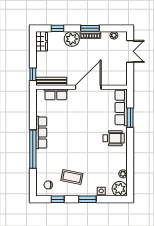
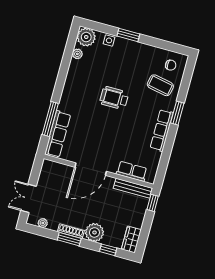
window: (130, 118) -> (50, 119), width x1.44
wheelchair: (114, 138) -> (114, 98), moved
window: (33, 149) -> (177, 113), width x0.47
coffee table: (72, 177) -> (160, 85), moved
window: (58, 199) -> (164, 45), removed

